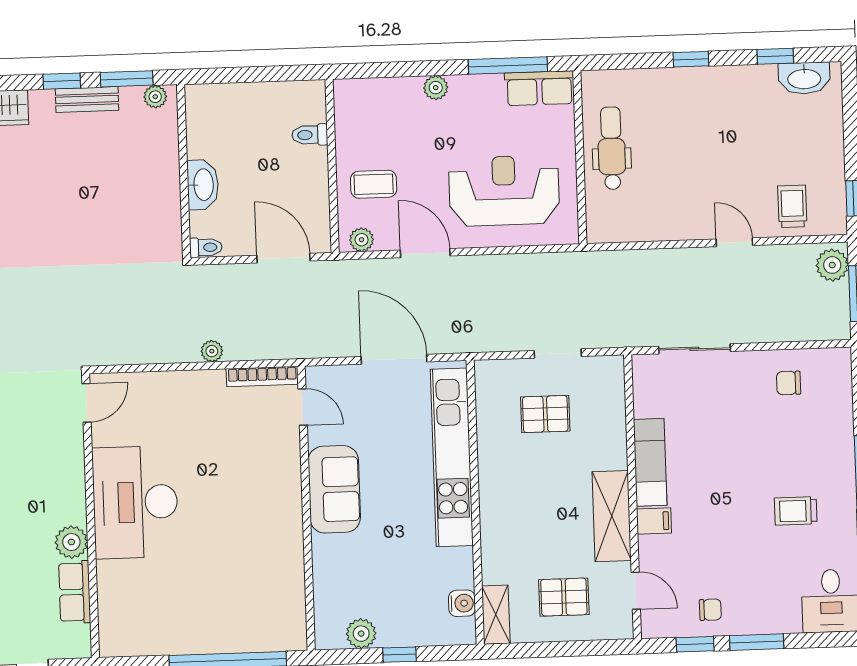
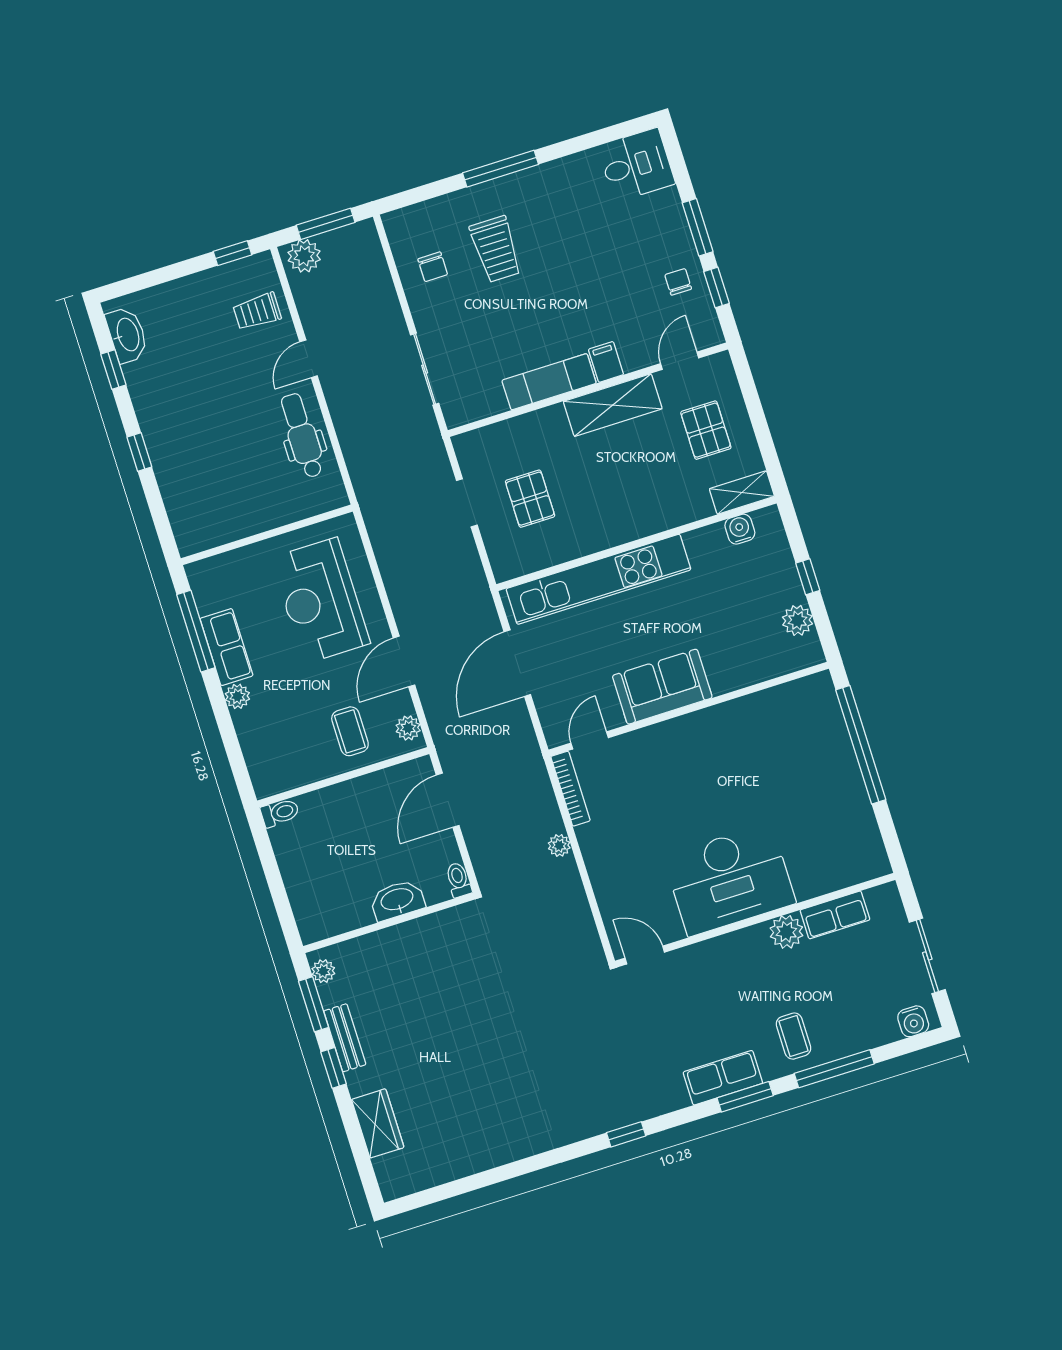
row of seats: (539, 88) -> (226, 647), moved
toilet: (310, 135) -> (280, 813), moved, turned -90
dental chair: (612, 148) -> (302, 436), moved, turned 90
trolley: (796, 511) -> (496, 249), moved, width x1.36, depth x1.39

